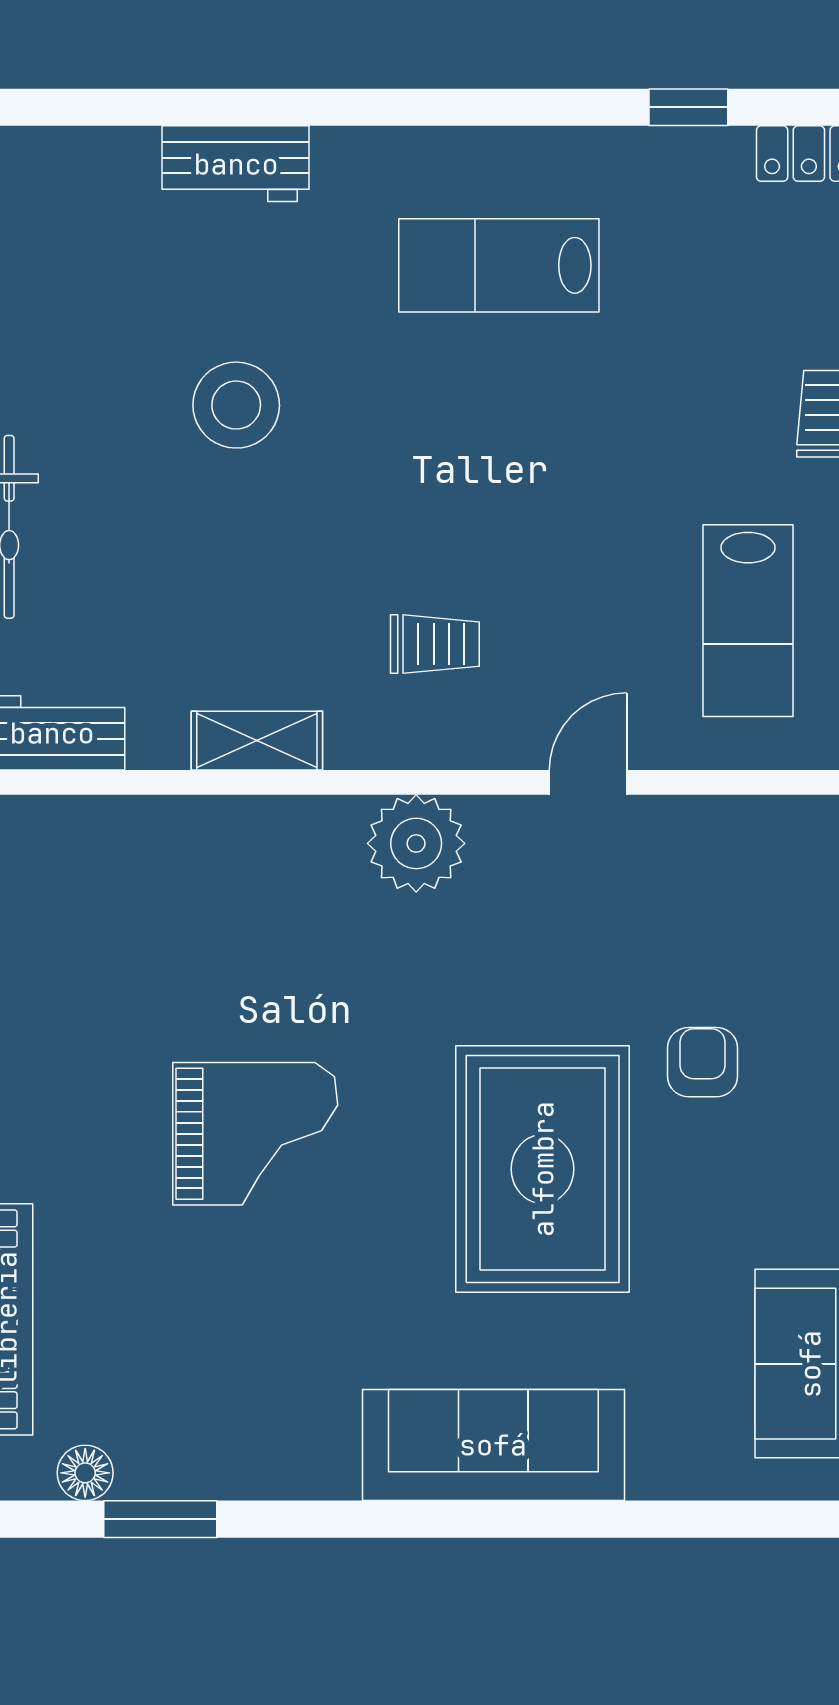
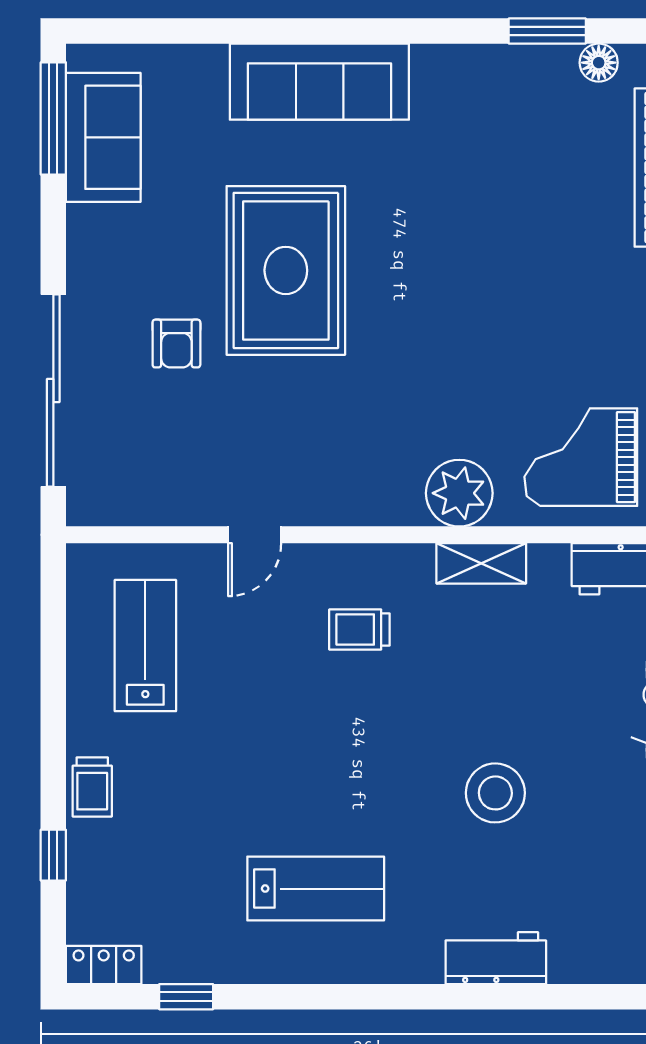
plant: (416, 843) -> (459, 493), moved
grand piano: (255, 1134) -> (581, 457), moved

